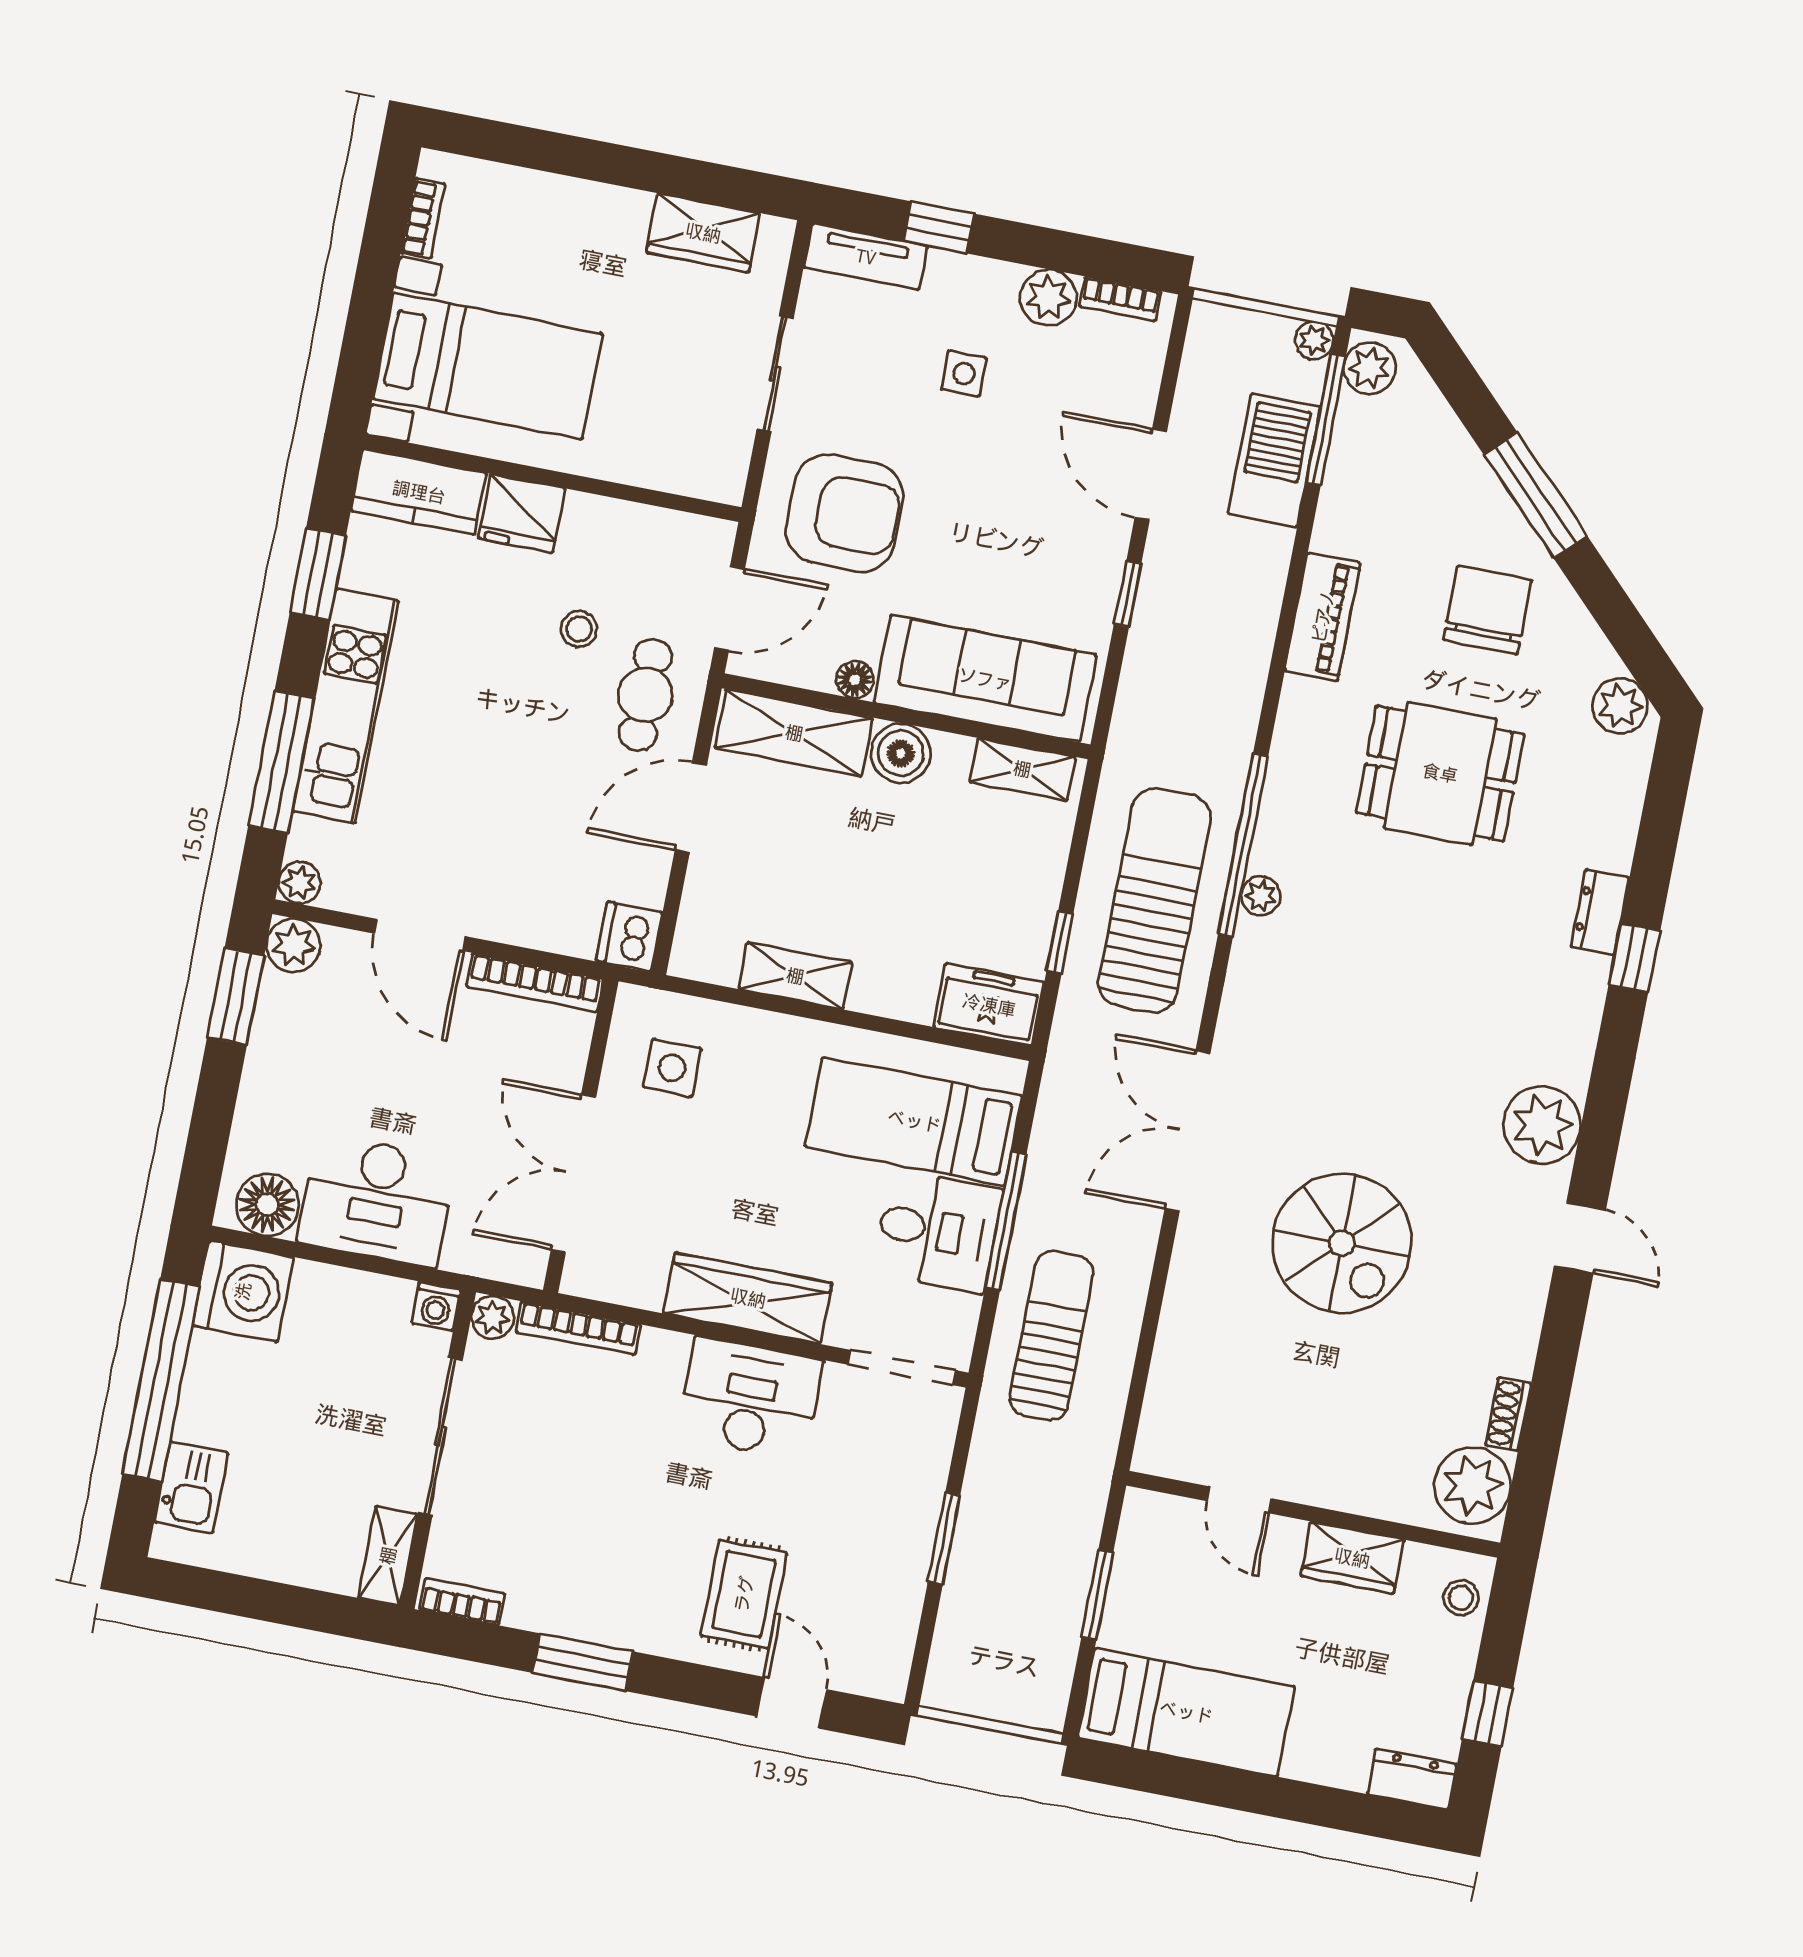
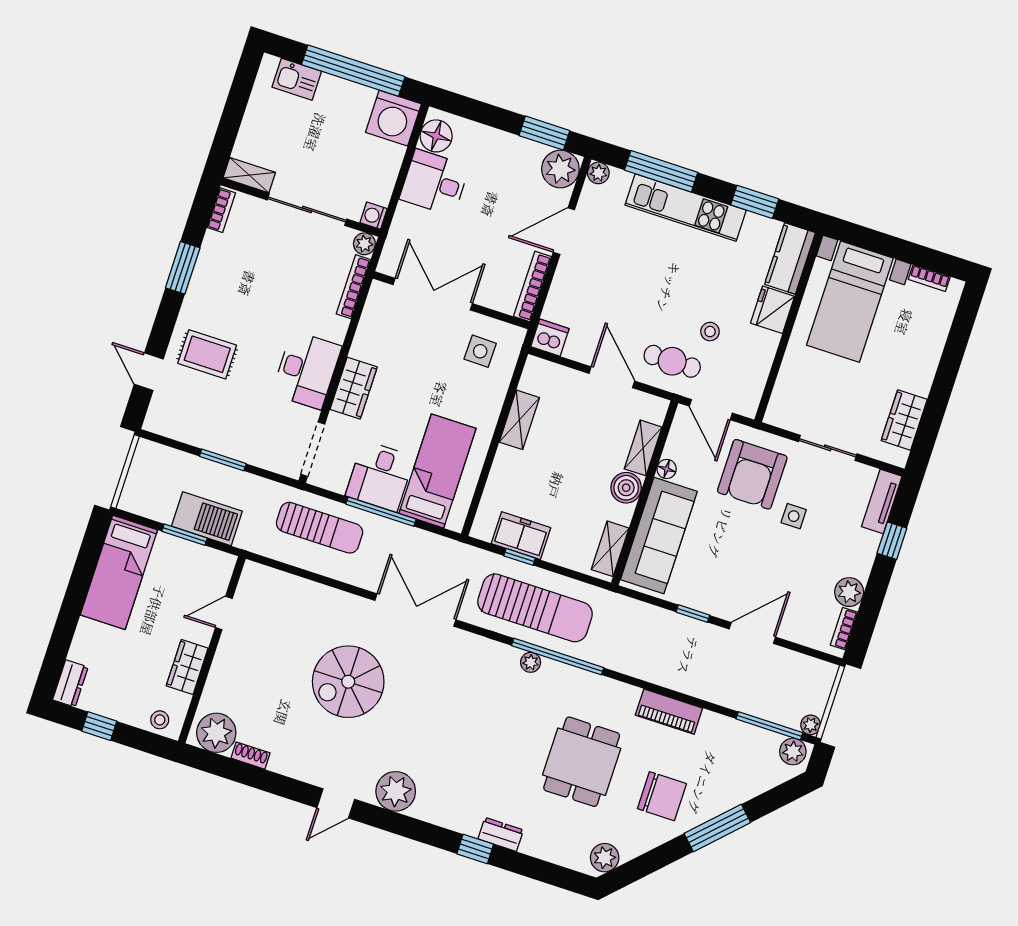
side table: (964, 374) -> (794, 516), moved
barbecue: (1274, 460) -> (207, 519), moved
shelving: (794, 733) -> (643, 448), width x0.67, depth x0.75
plant: (293, 945) -> (560, 169), width x1.36, depth x1.36
freezer: (989, 1005) -> (521, 536), moved, turned -90
desk: (377, 1201) -> (434, 183), width x0.73
wardrobe: (748, 1298) -> (354, 388), width x0.67
door: (791, 1703) -> (149, 372), swing flipped

